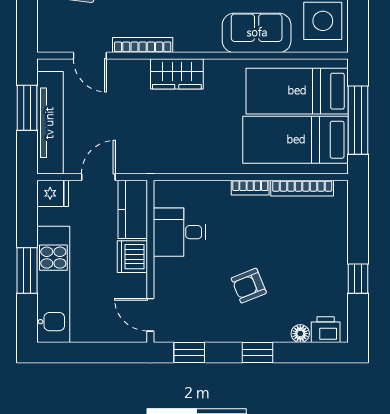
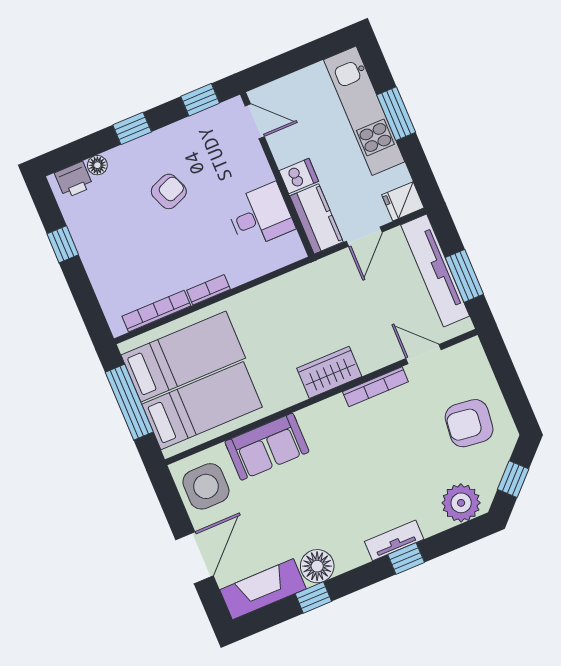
dishwasher: (132, 257) -> (299, 176), width x0.73

